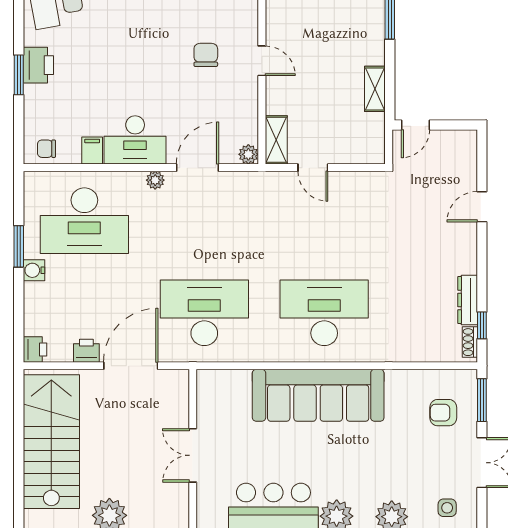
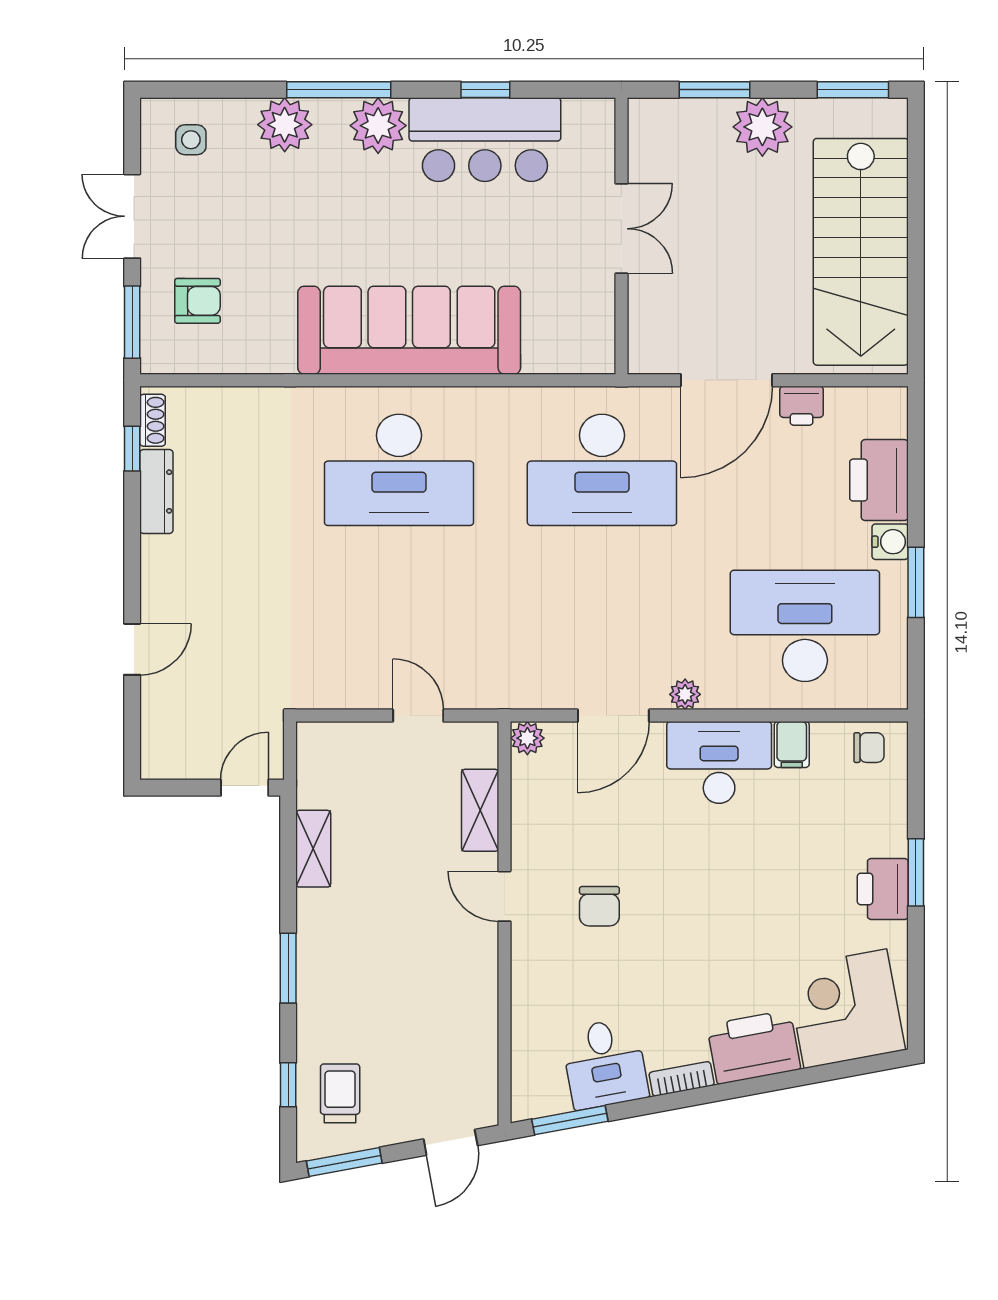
shelving: (276, 140) -> (480, 810), moved
printer: (35, 349) -> (879, 480), moved, width x1.87, depth x1.48

